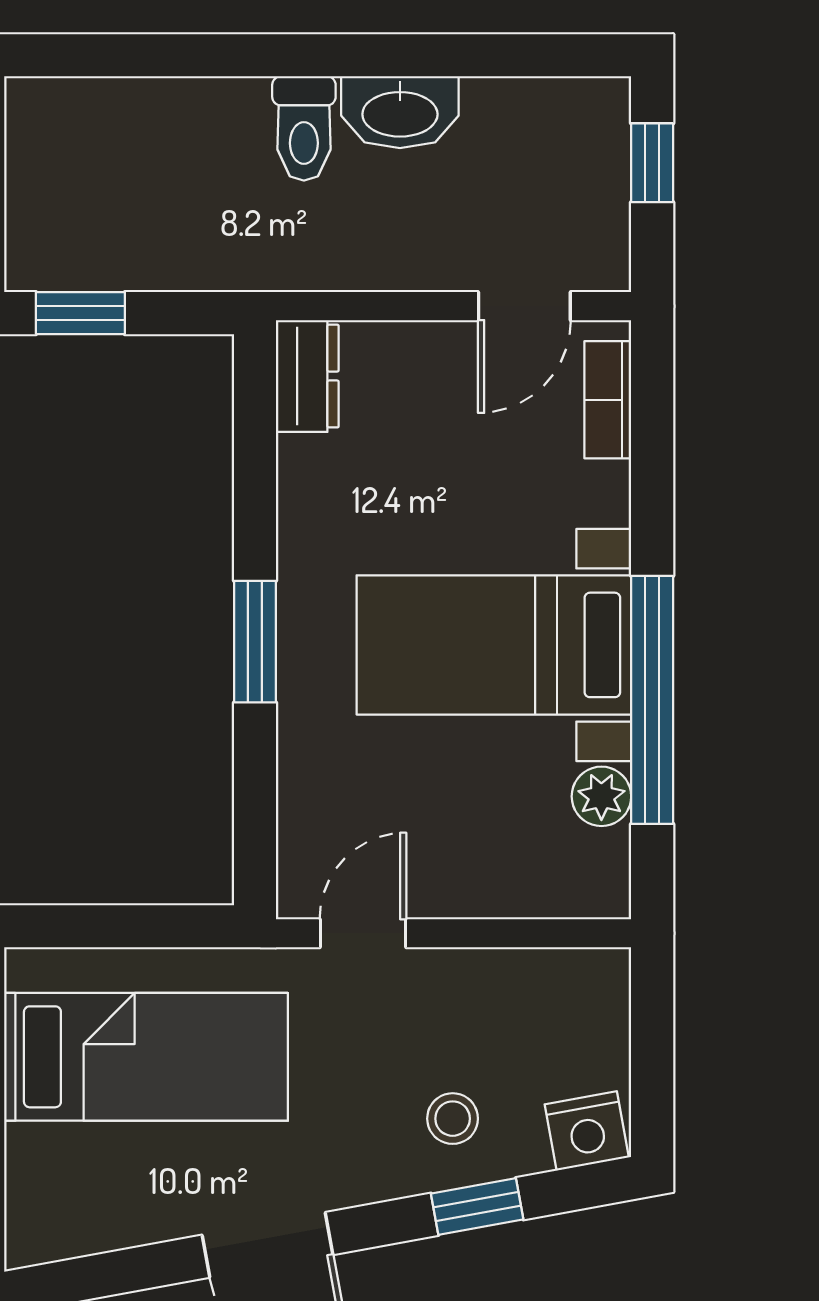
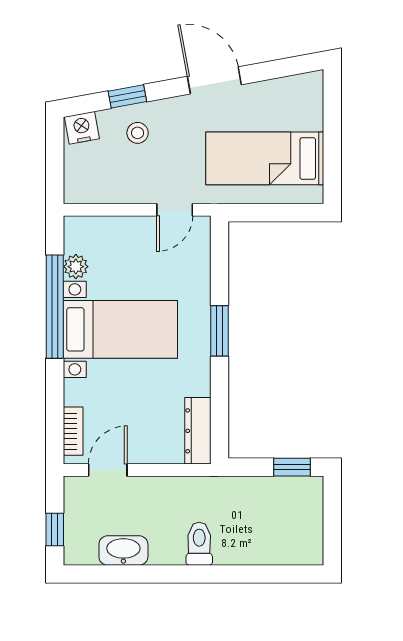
washbasin: (400, 112) -> (123, 550), moved
dresser: (307, 376) -> (198, 431), width x1.44

